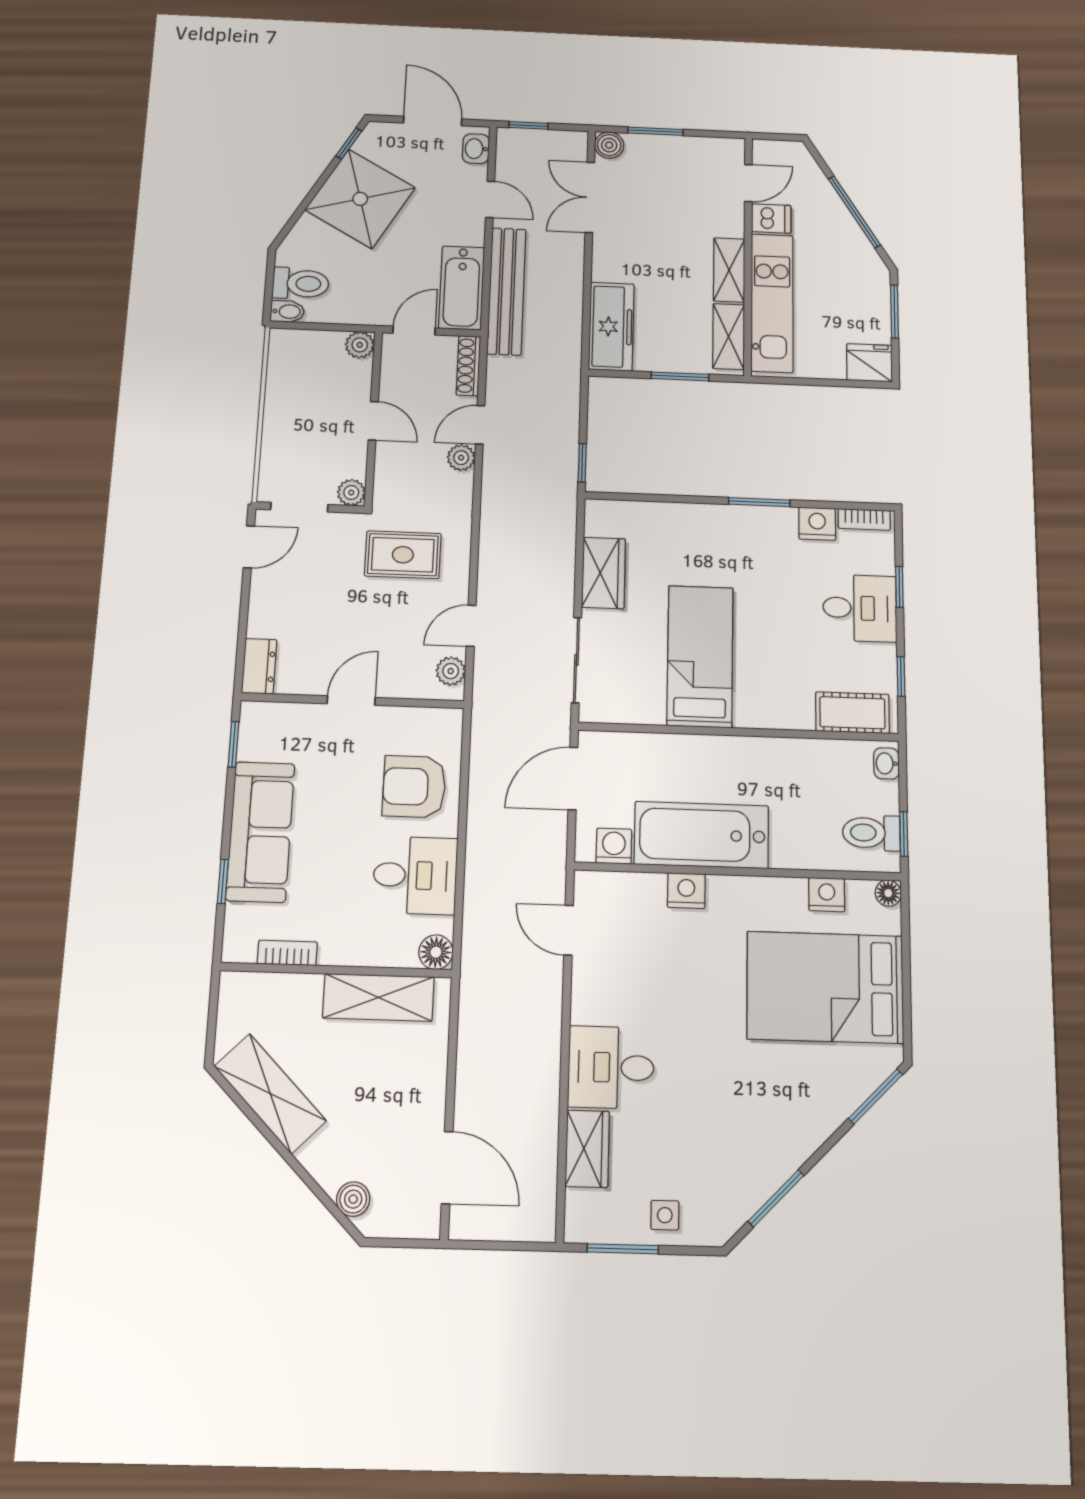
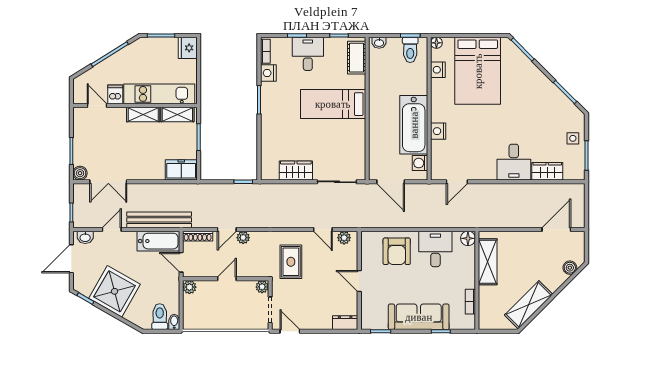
freezer: (611, 327) -> (181, 170), width x0.71
door: (480, 425) -> (227, 229), hinge flipped
bed: (700, 656) -> (333, 104), moved

